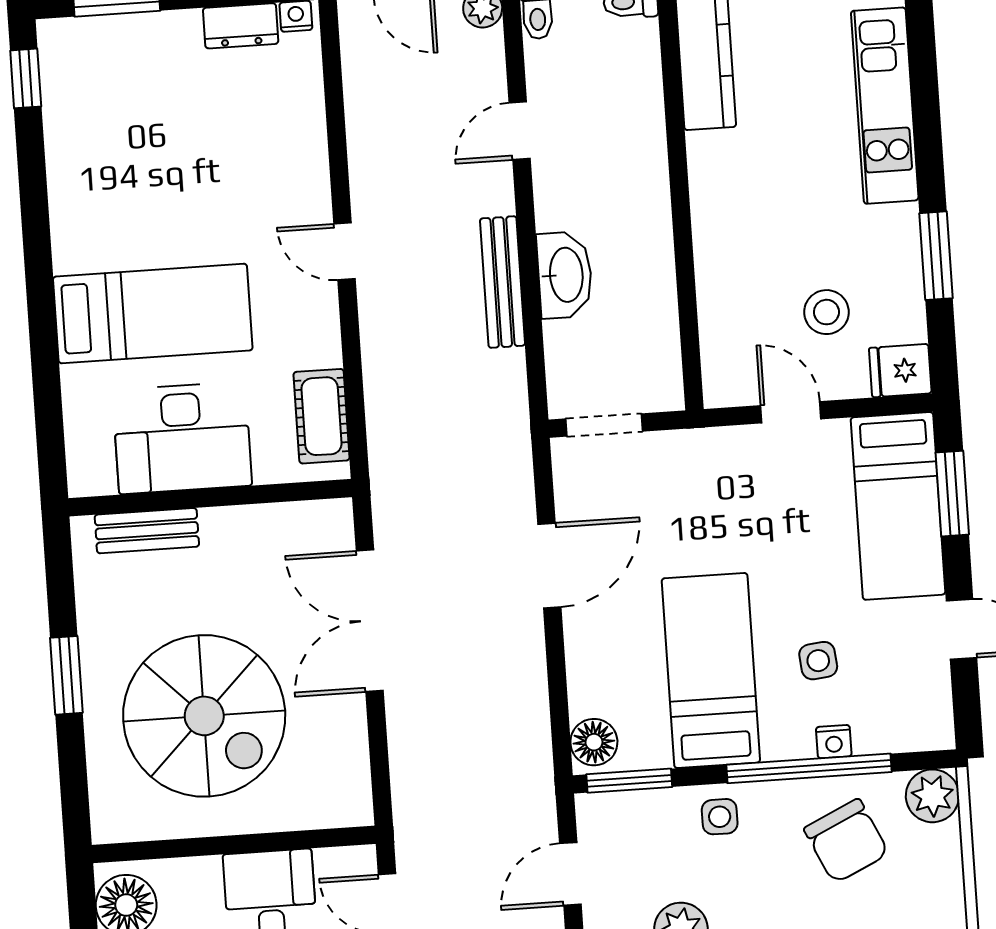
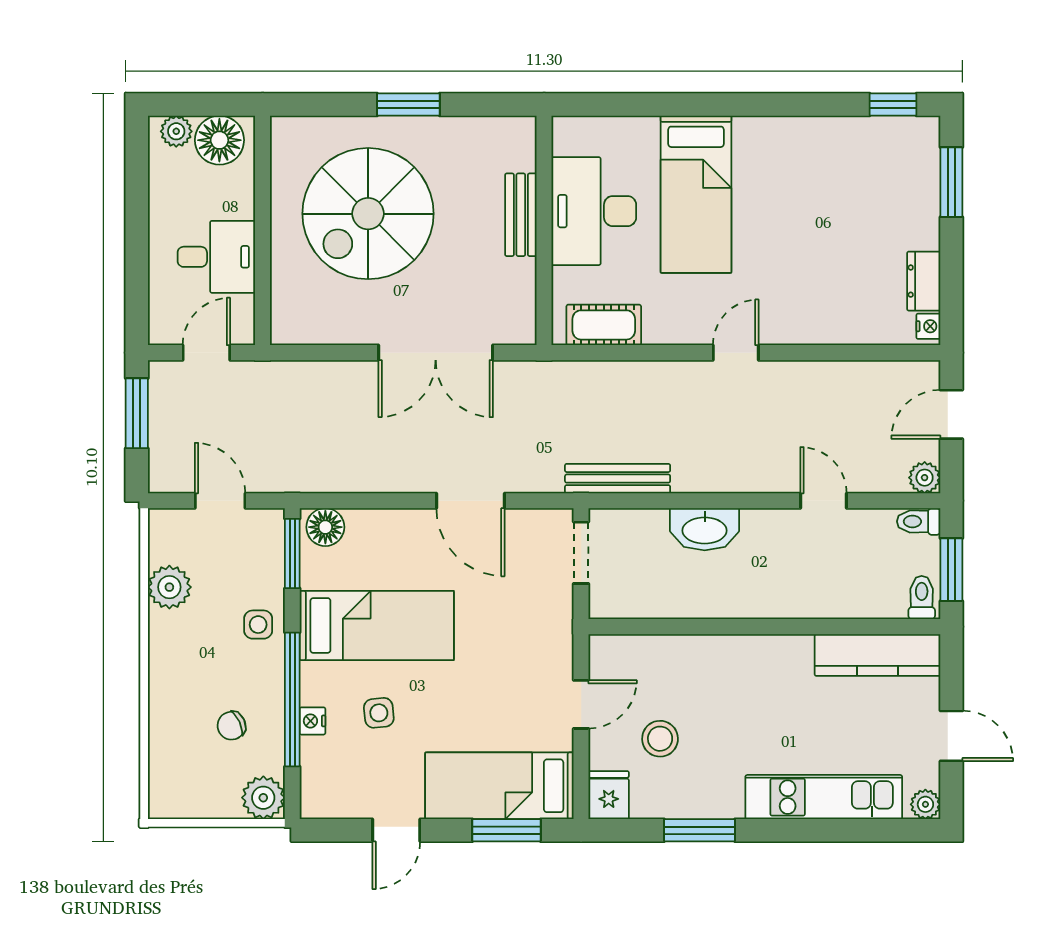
bench: (503, 282) -> (618, 479), moved
bench: (147, 531) -> (521, 215), moved
double door: (370, 621) -> (436, 353), swing flipped
chair: (846, 841) -> (231, 726), width x0.54, depth x0.54

